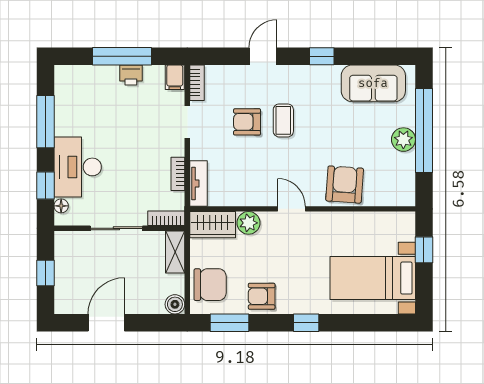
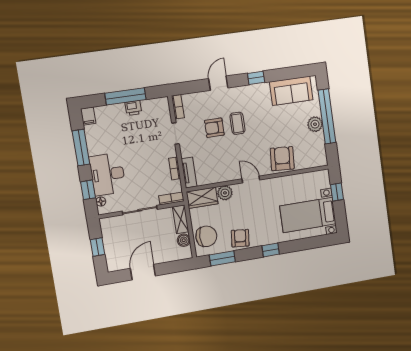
filing cabinet: (175, 77) -> (88, 116), moved
armchair: (262, 296) -> (240, 238), turned 96
boiler: (175, 304) -> (184, 240), moved

